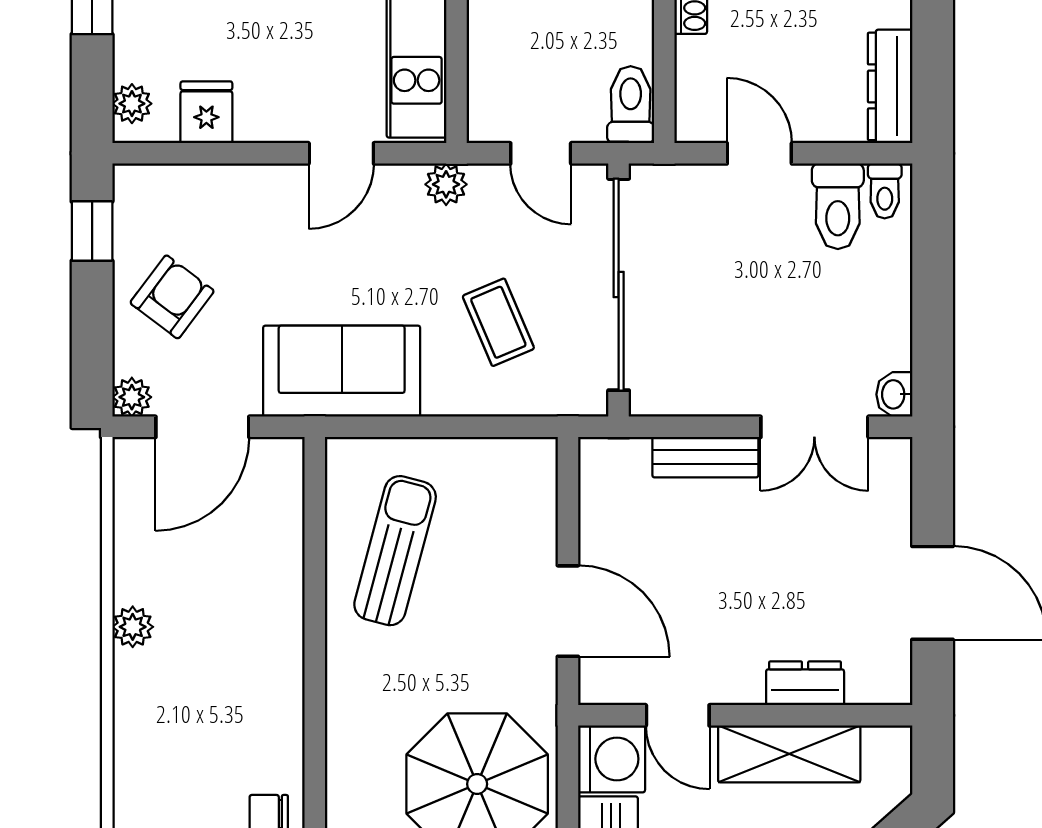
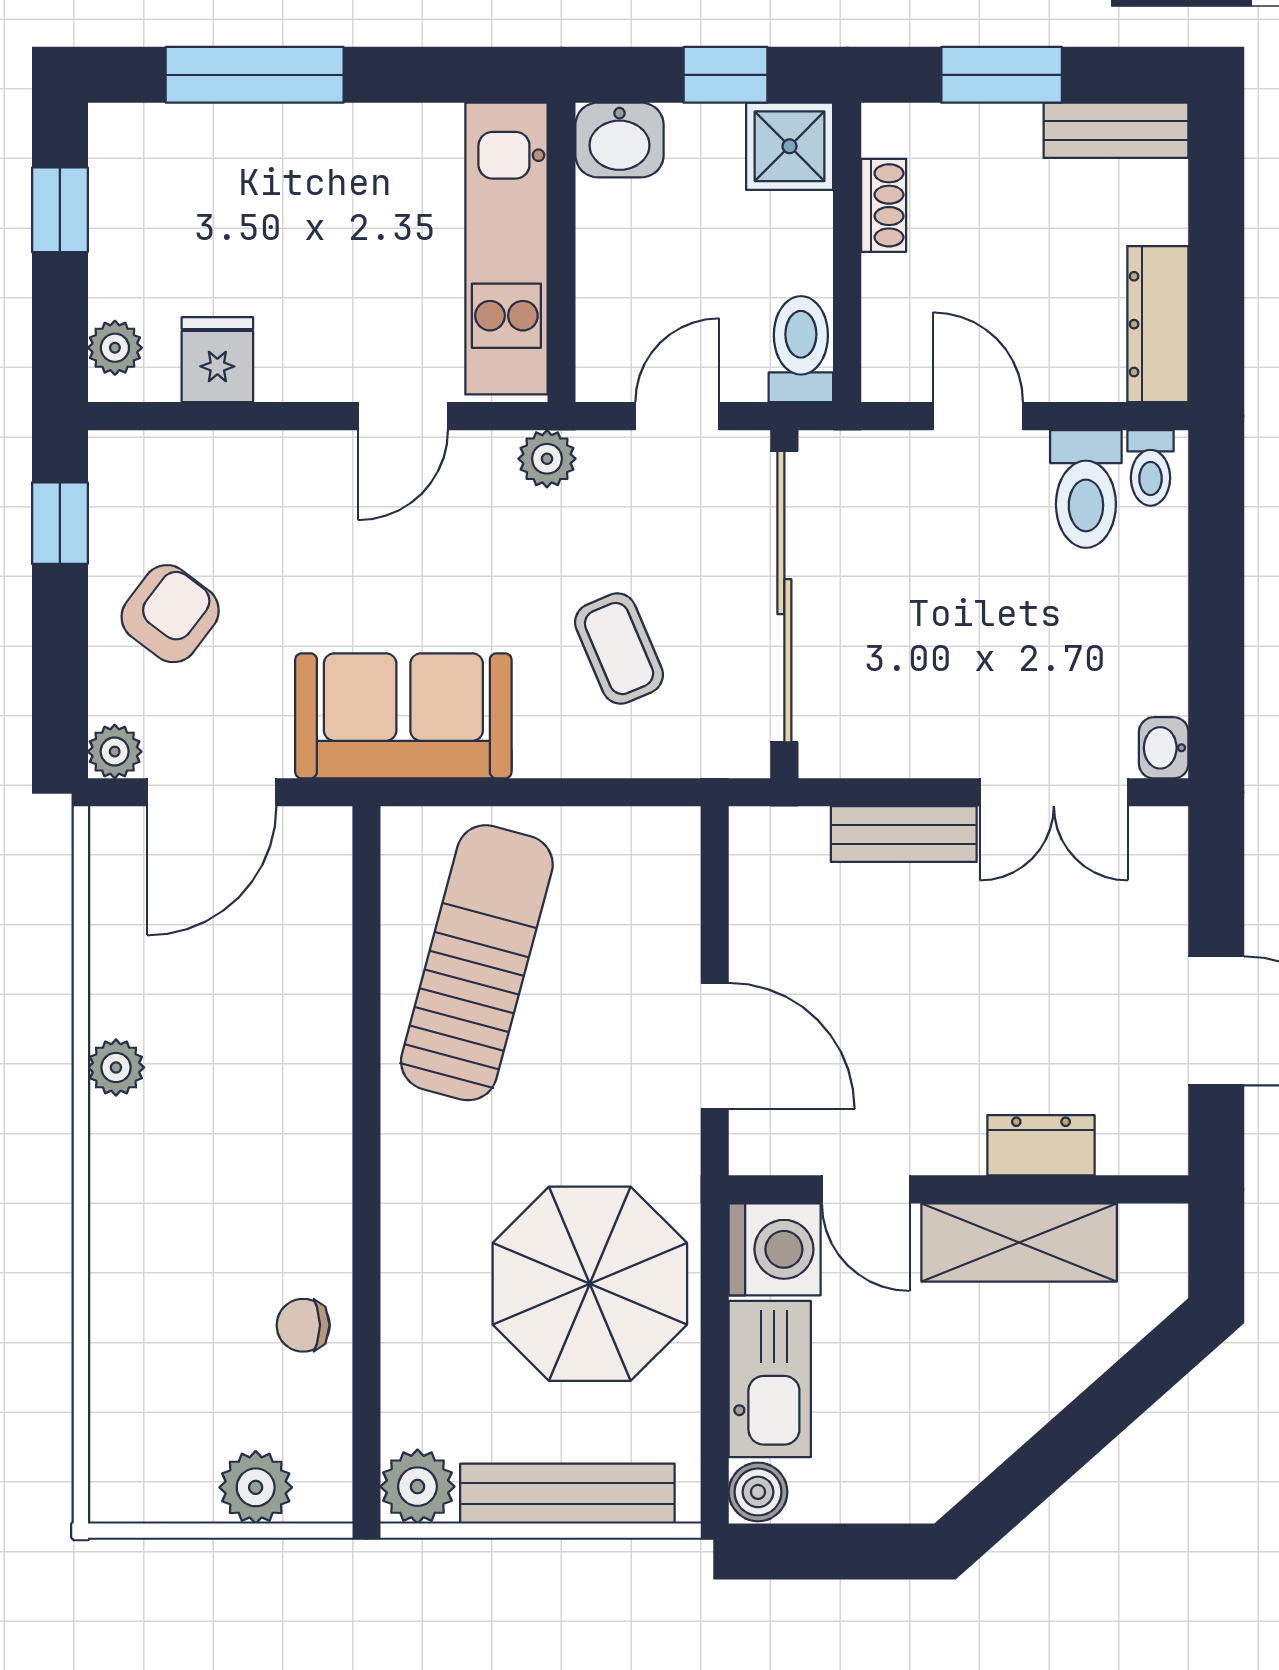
door: (541, 153) -> (677, 416), swing flipped
sun lounger: (395, 551) -> (477, 963), width x1.36, depth x1.34

